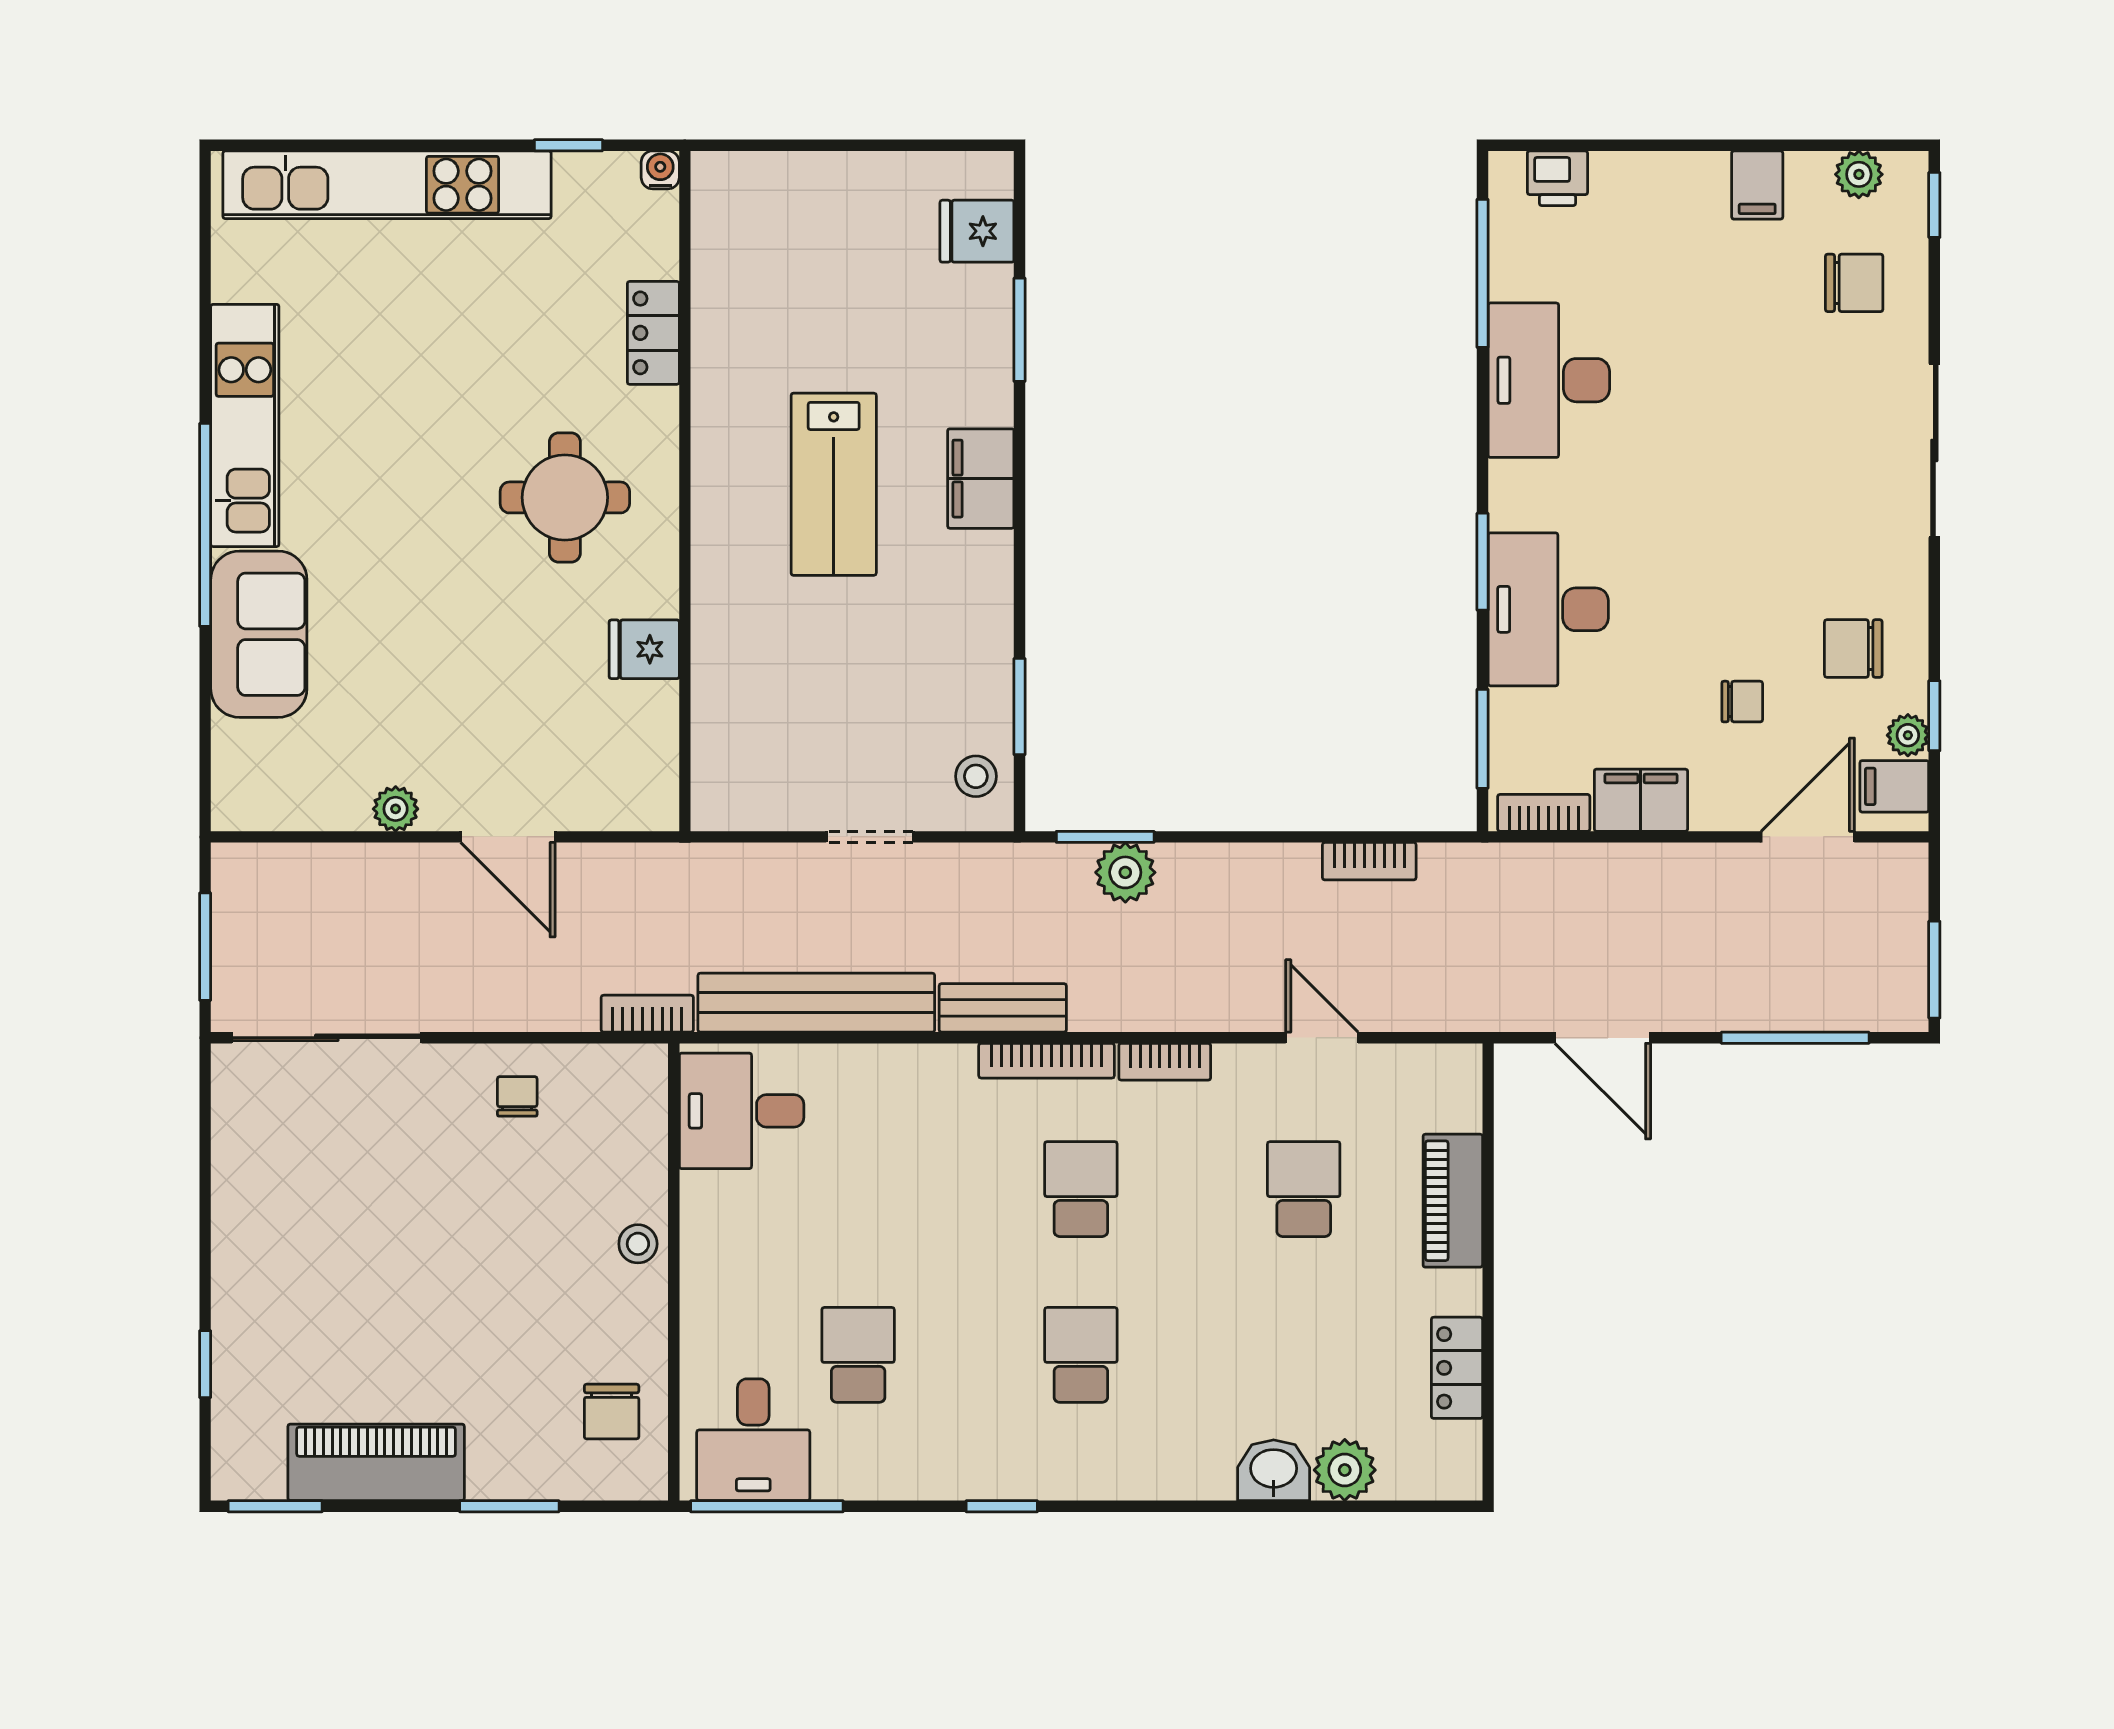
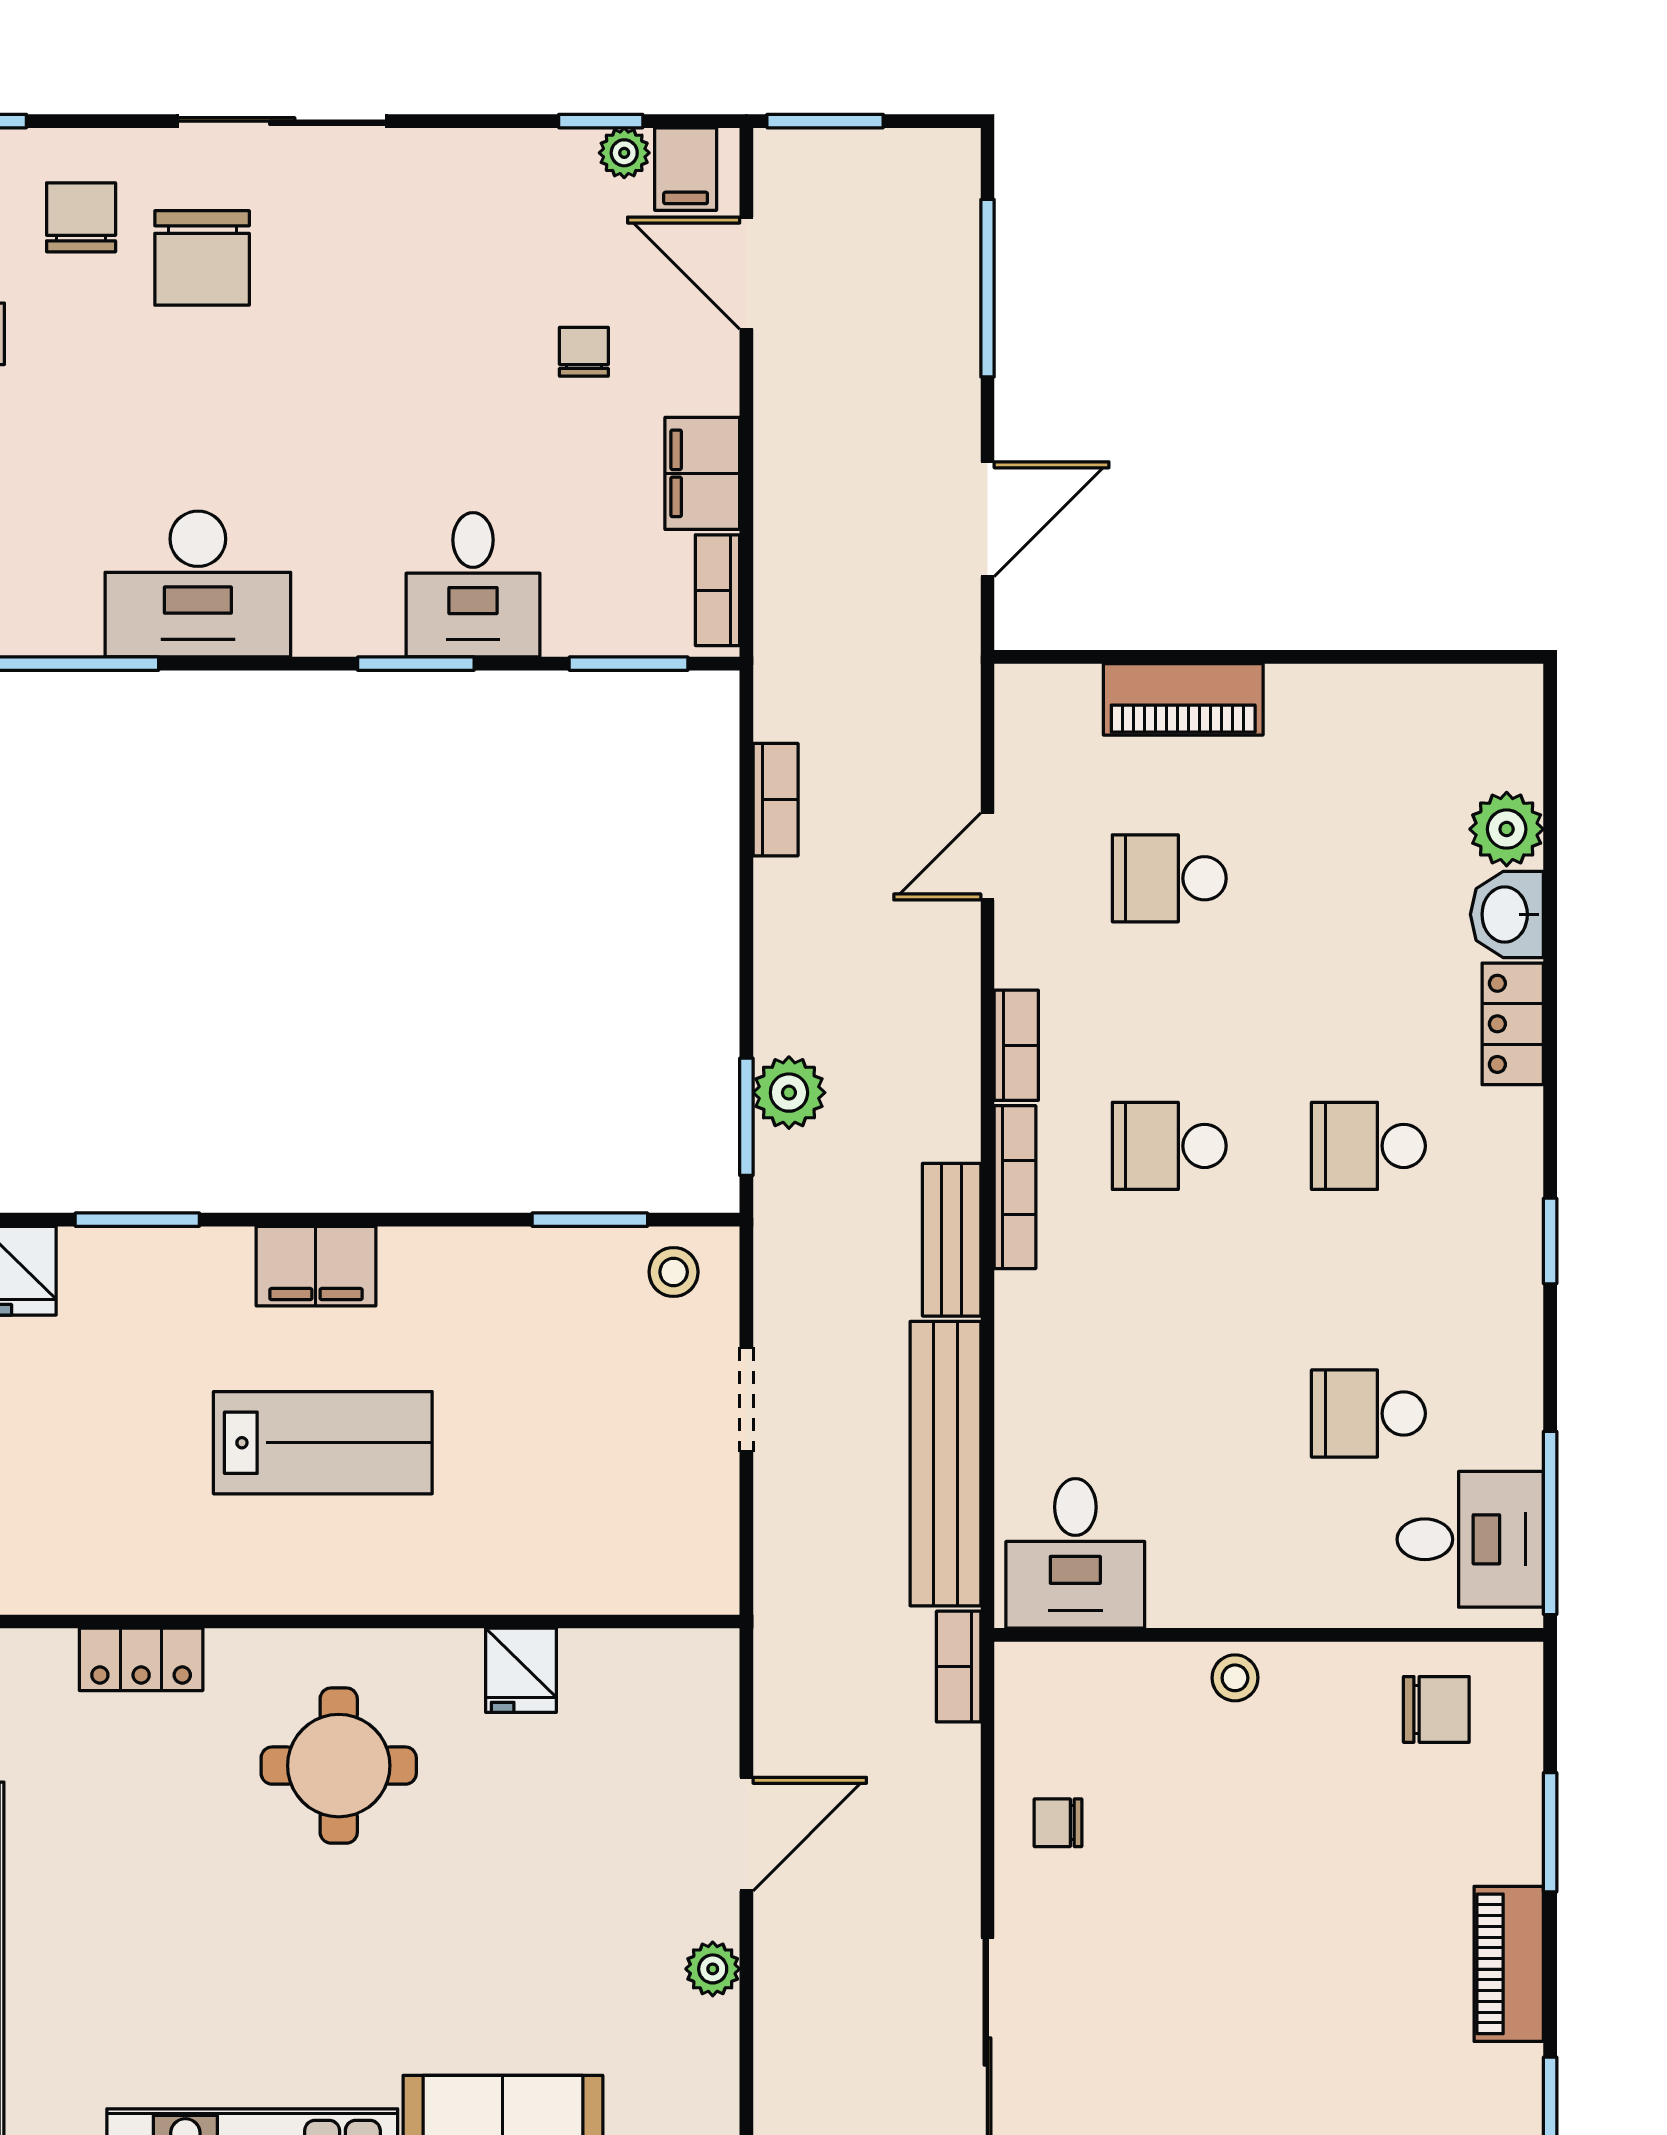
desk: (1548, 609) -> (473, 585), width x0.73
chair: (1853, 649) -> (202, 258), moved, width x1.37, depth x1.37
window: (1934, 970) -> (825, 121), moved
locker: (1457, 1368) -> (1513, 1024), moved, turned 90
piano: (376, 1462) -> (1509, 1964), width x0.73, depth x0.75

